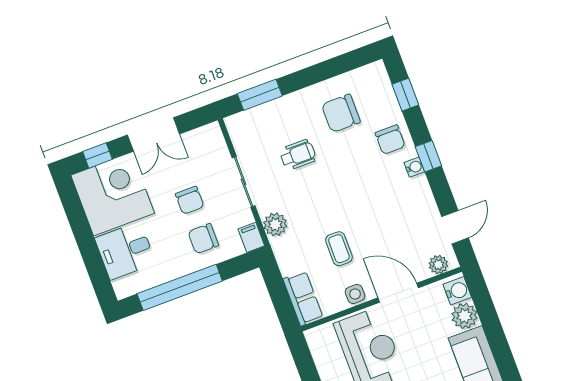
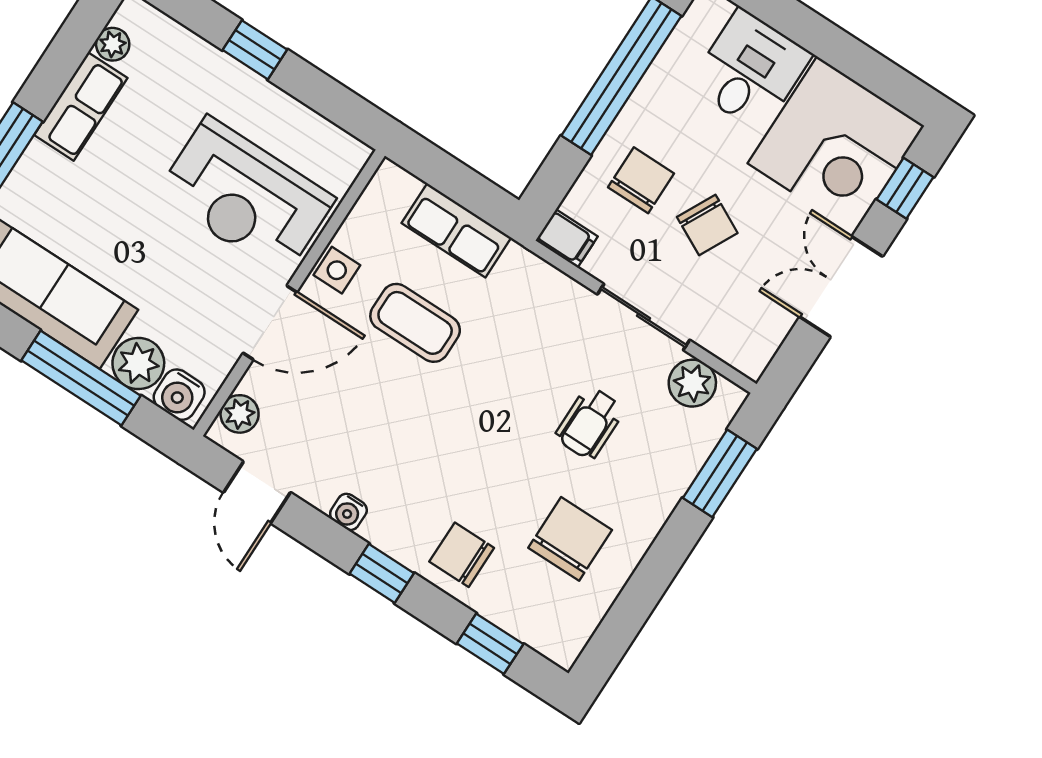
water cooler: (414, 167) -> (348, 512), moved
chair: (190, 200) -> (707, 225), turned -153
plant: (275, 224) -> (692, 383), moved
coffee table: (339, 249) -> (415, 323), width x1.36, depth x1.30
row of seats: (303, 298) -> (456, 230), moved
window: (492, 327) -> (81, 378), added

